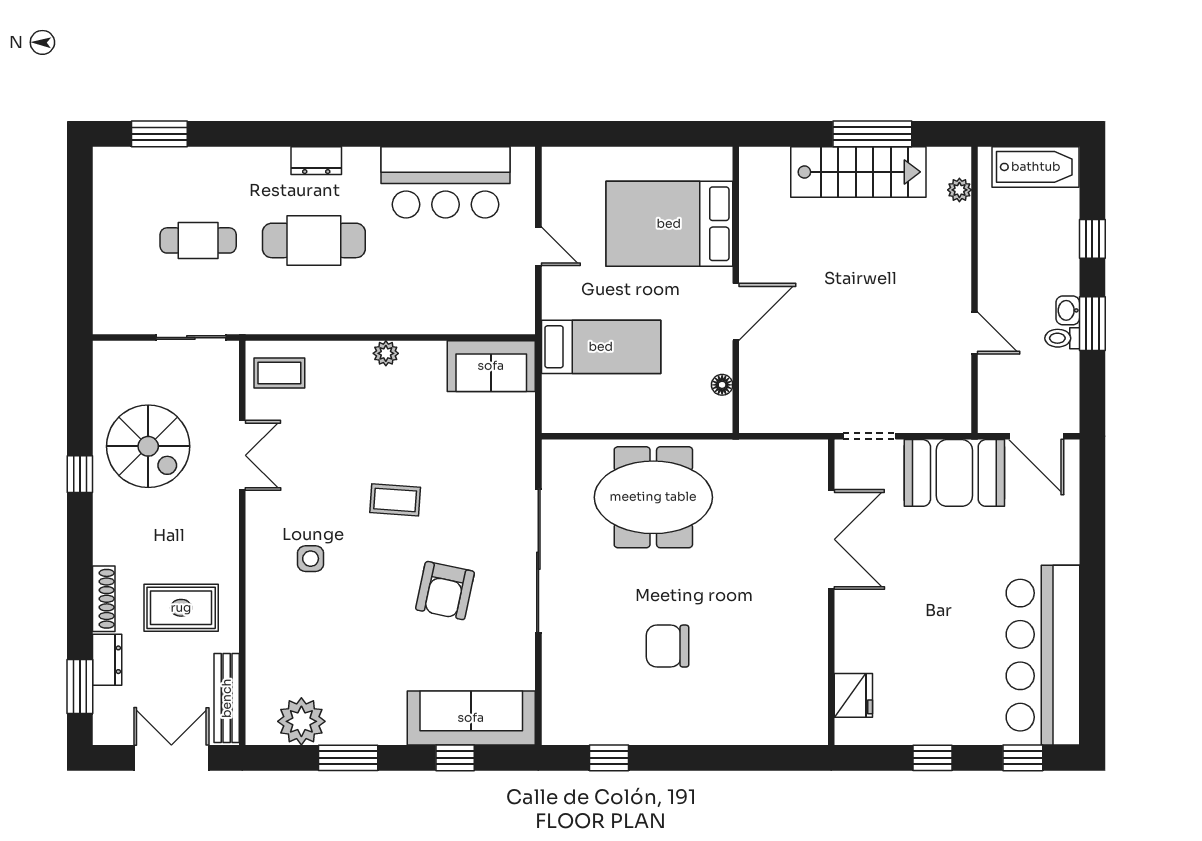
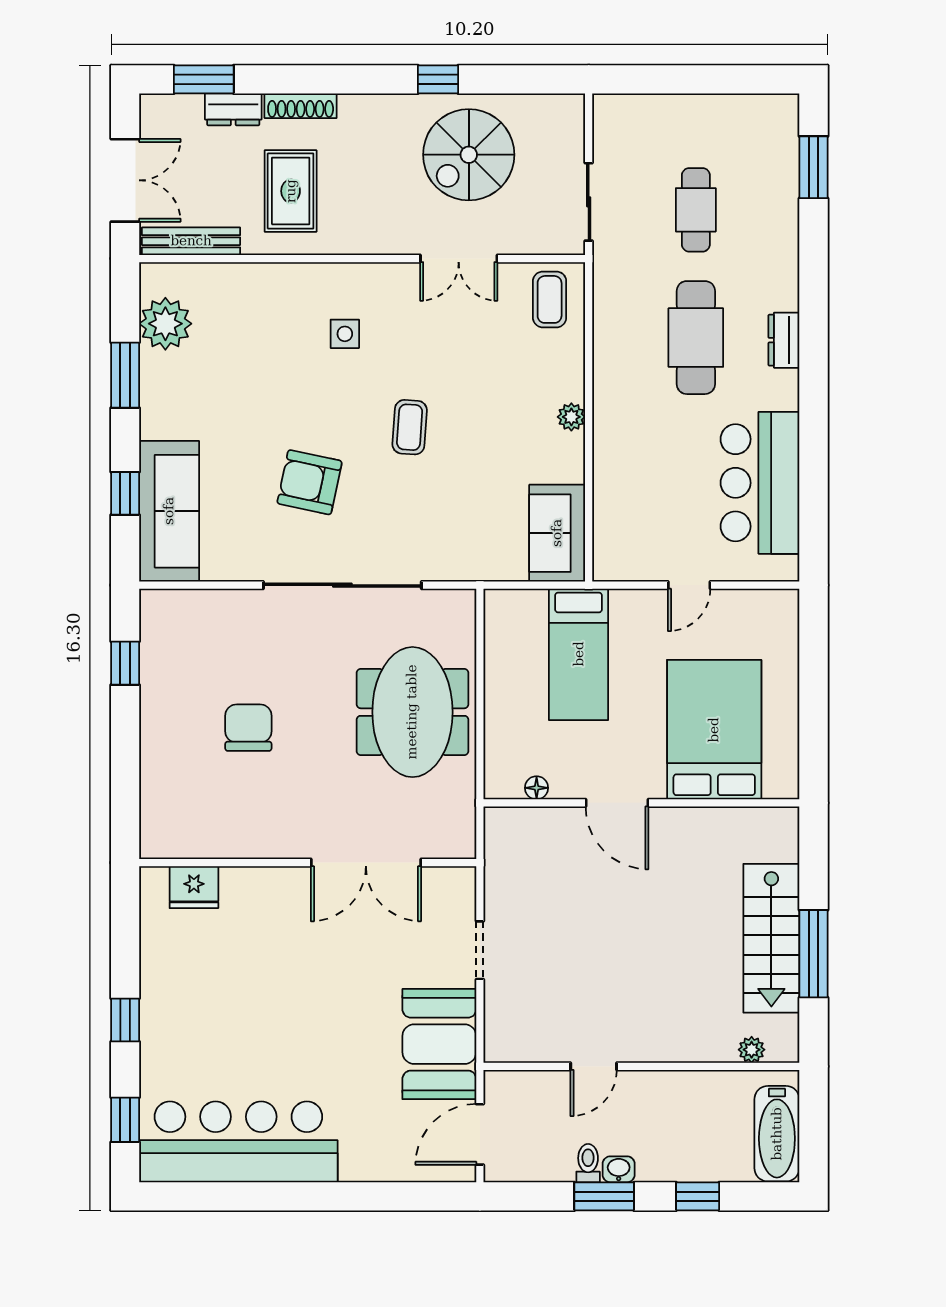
double door: (831, 539) -> (366, 863), moved
wall: (831, 592) -> (308, 863), moved
fridge: (853, 695) -> (194, 887), moved

